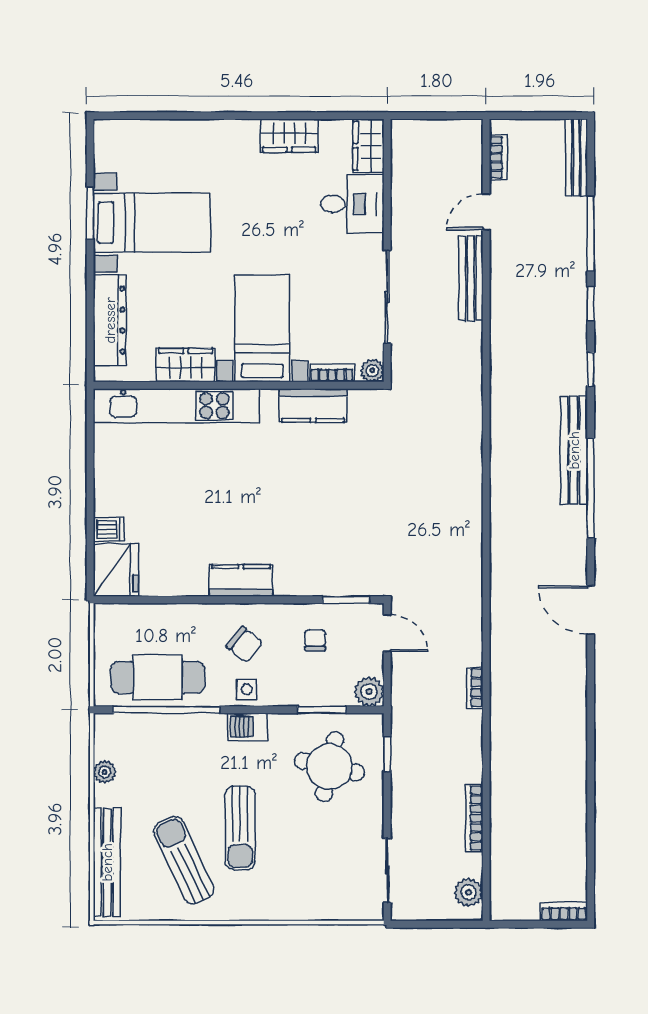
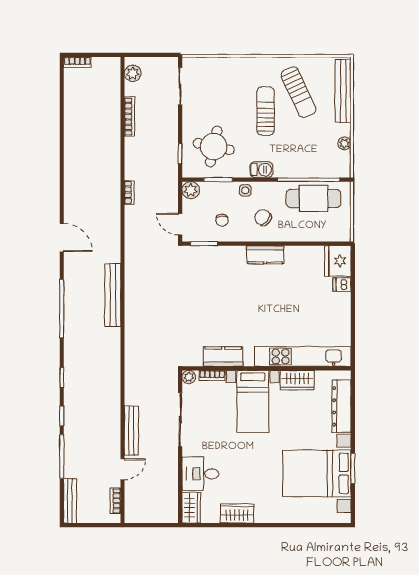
bed with nightstands: (152, 223) -> (317, 473), width x1.36
bench: (574, 450) -> (113, 295), moved
side table: (247, 689) -> (245, 190), moved

